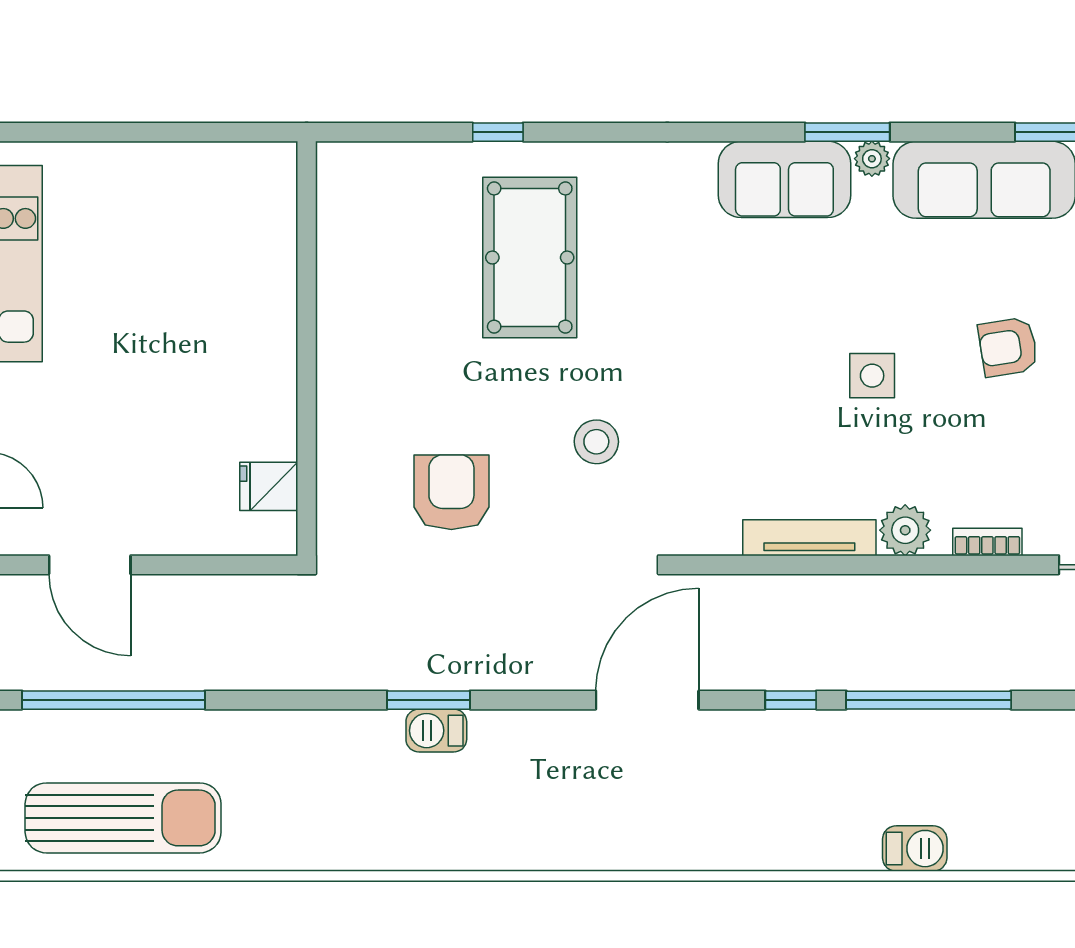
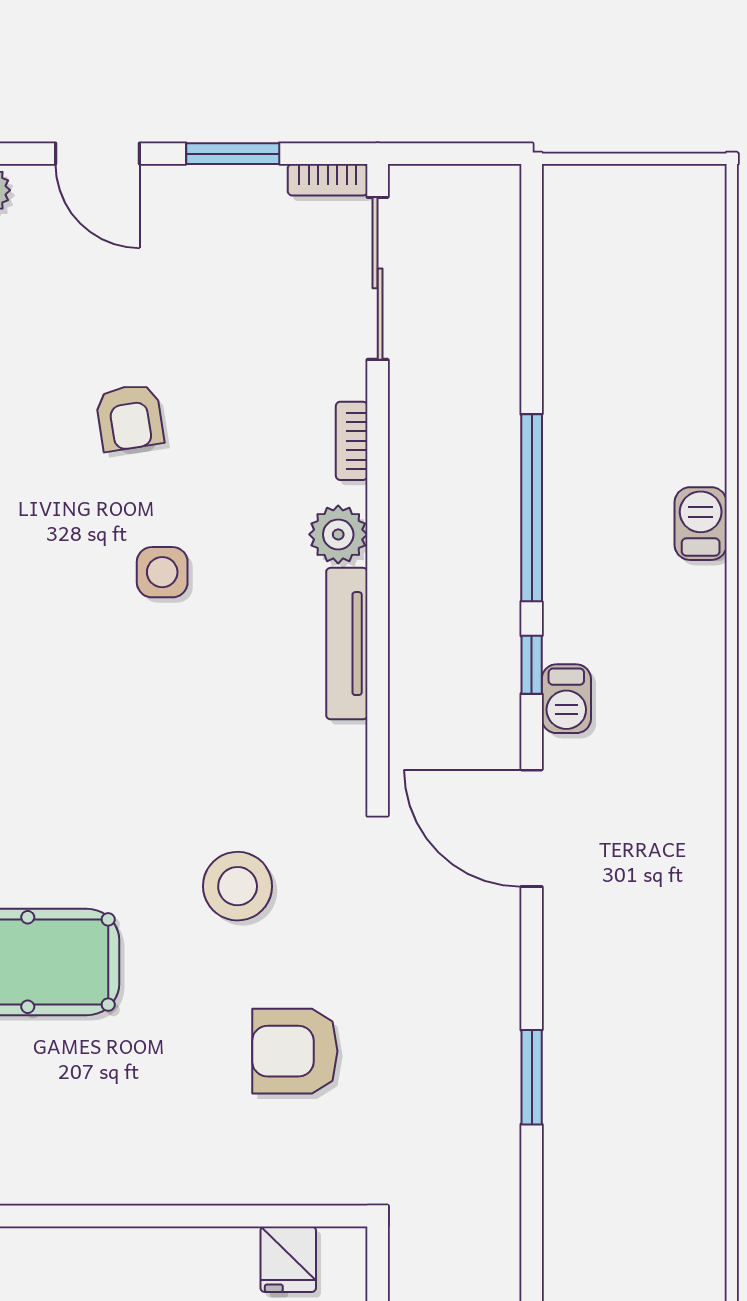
stool: (596, 442) -> (238, 886), width x1.38, depth x1.38
barbecue: (436, 731) -> (566, 699), moved

